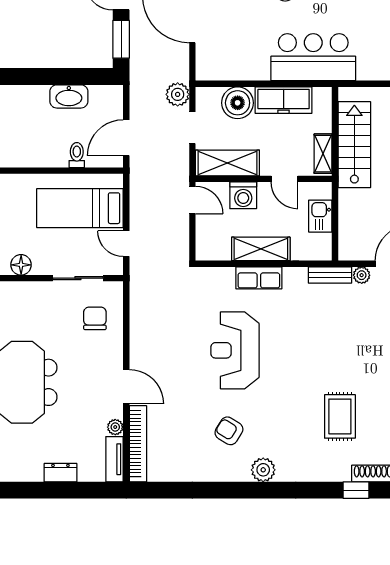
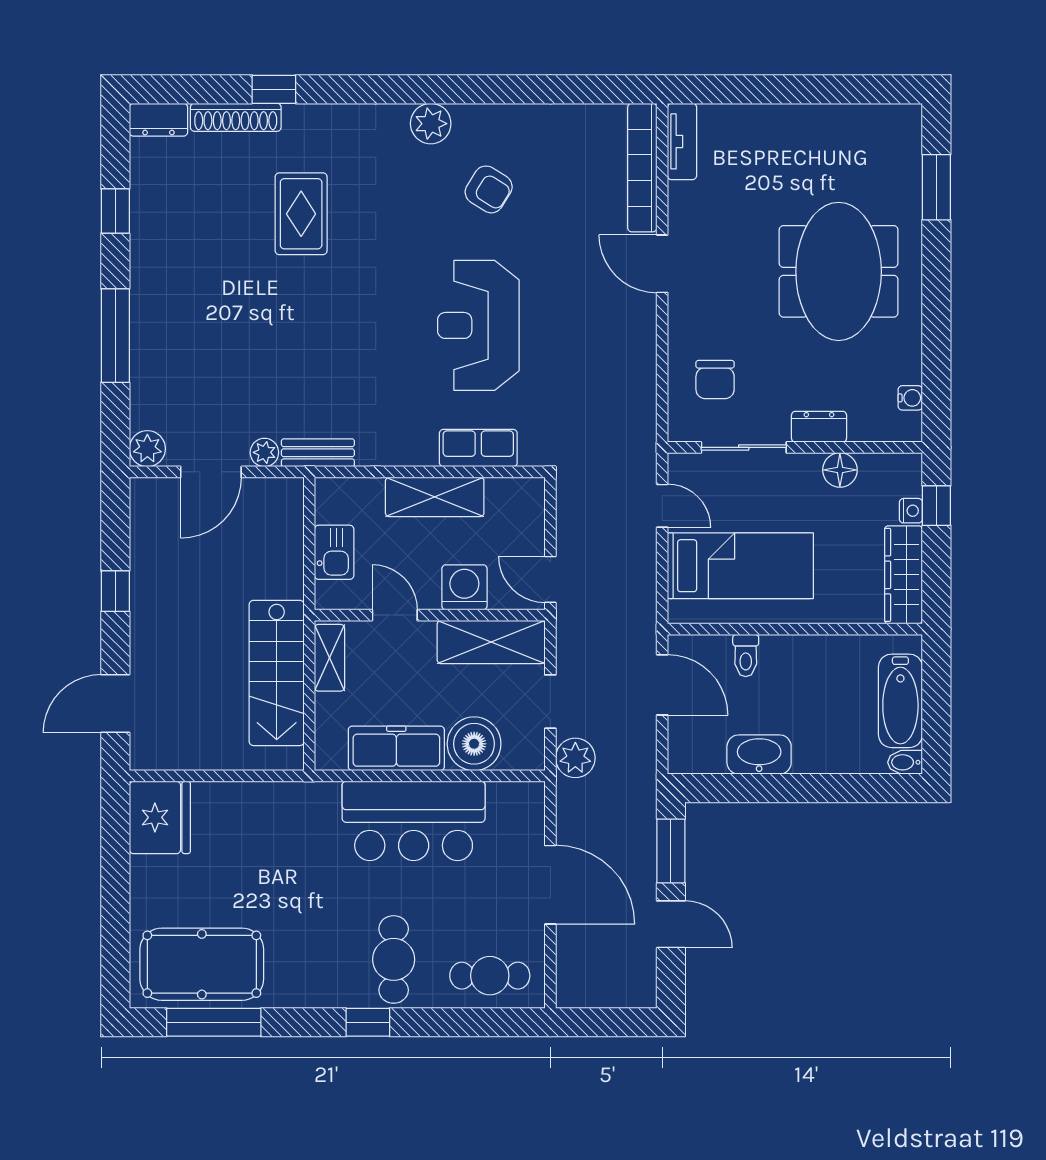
bar counter: (313, 57) -> (414, 821), moved
door: (126, 138) -> (662, 685), hinge flipped
row of seats: (259, 278) -> (478, 448), moved
reception desk: (235, 350) -> (478, 325), turned 180
plant: (115, 427) -> (681, 196), removed
dresser: (60, 473) -> (819, 427), moved, turned 180

